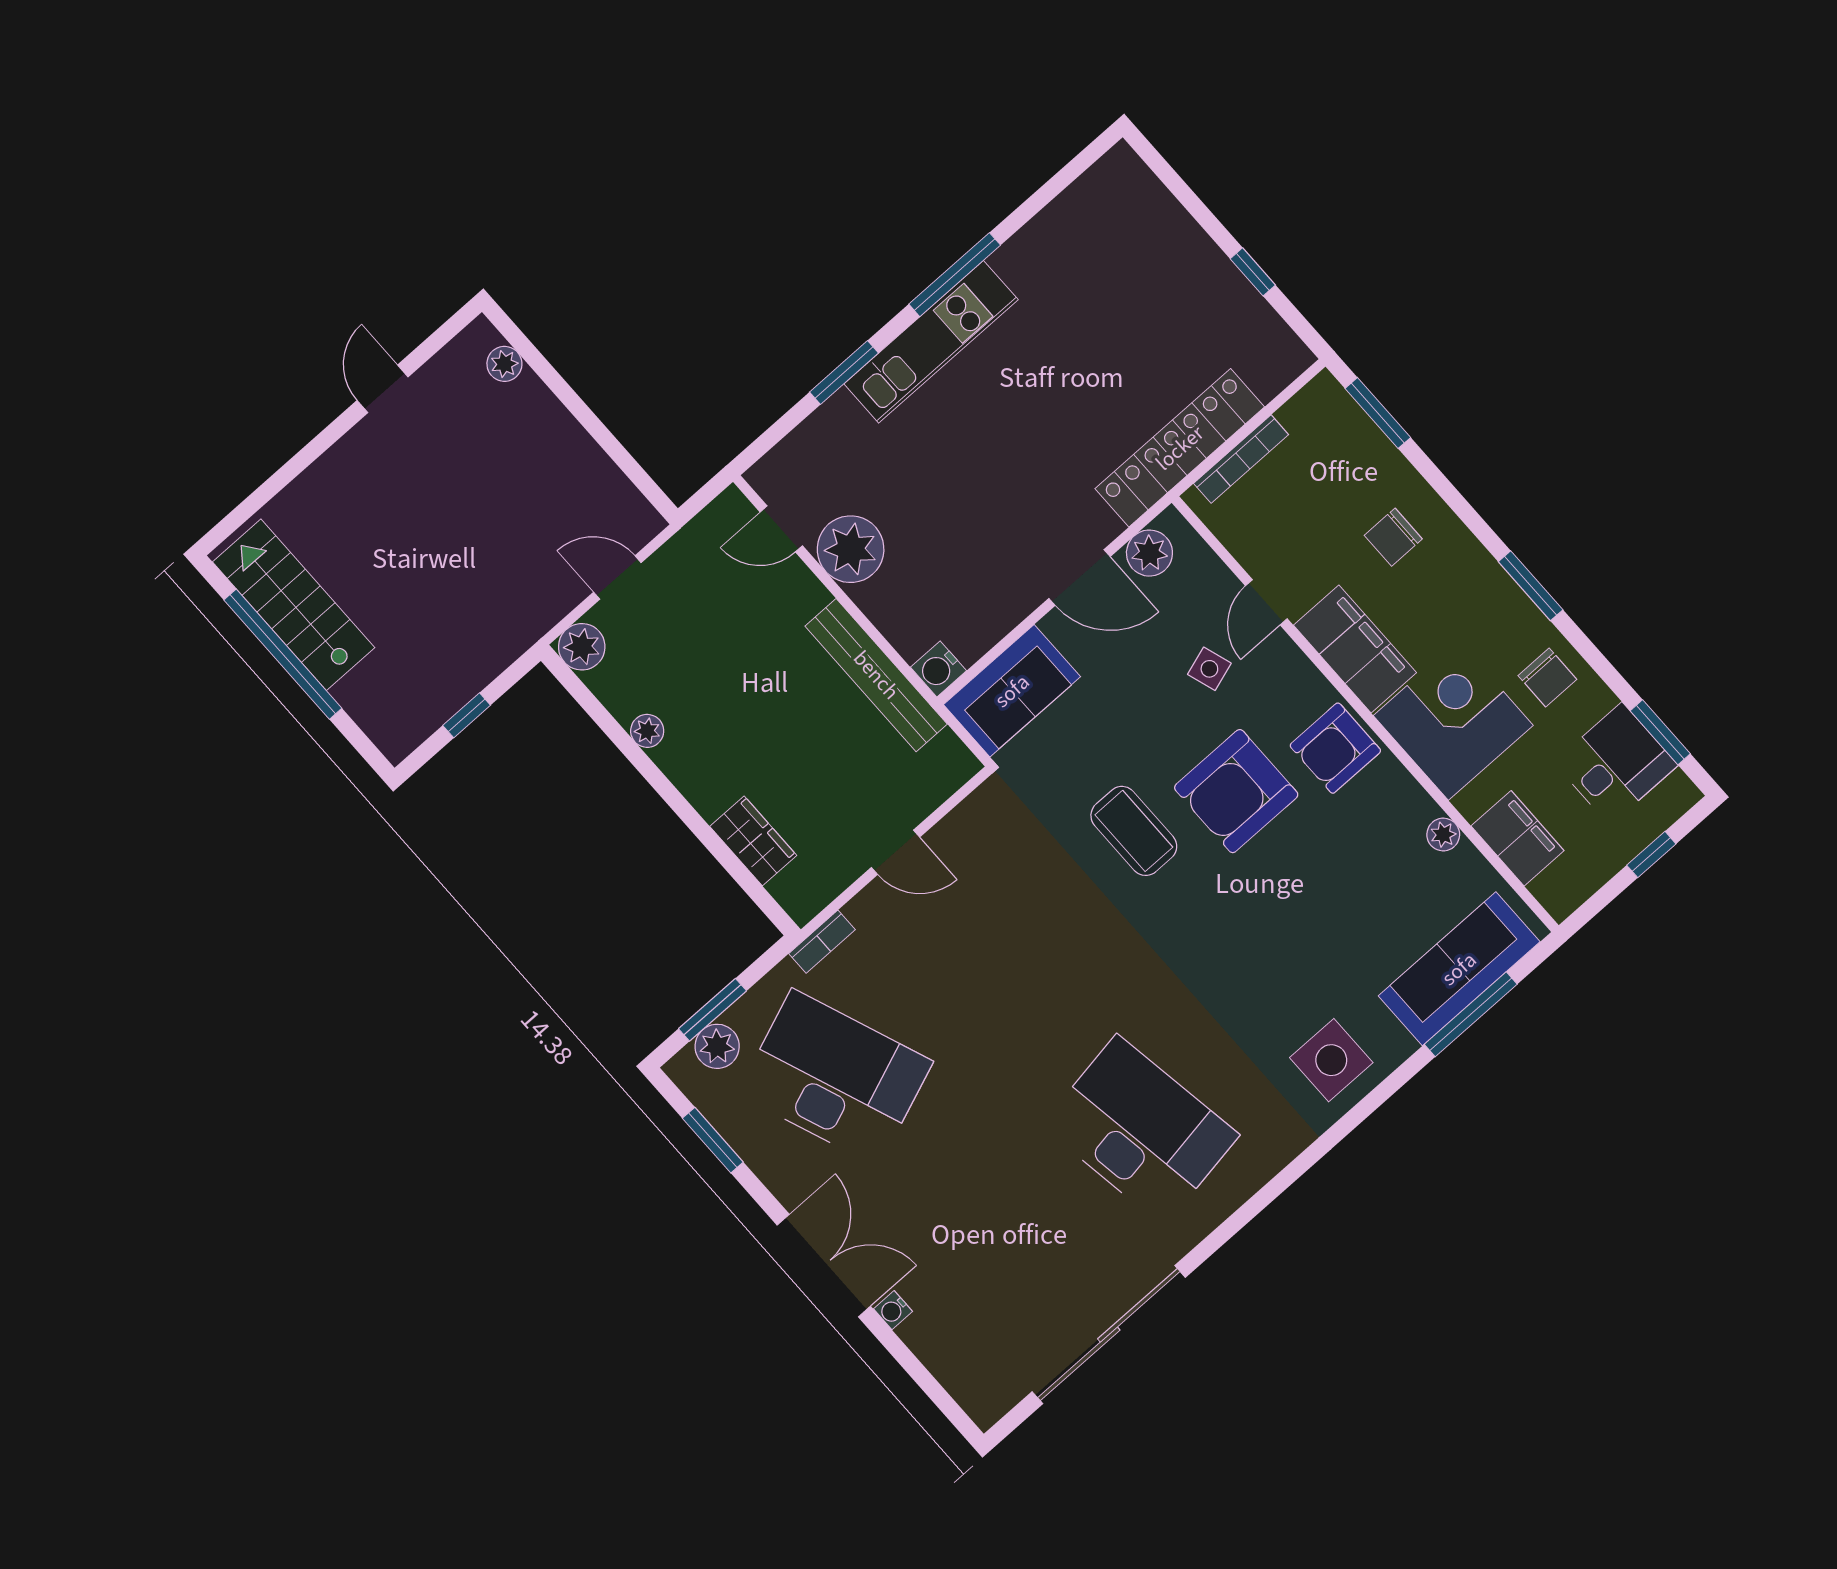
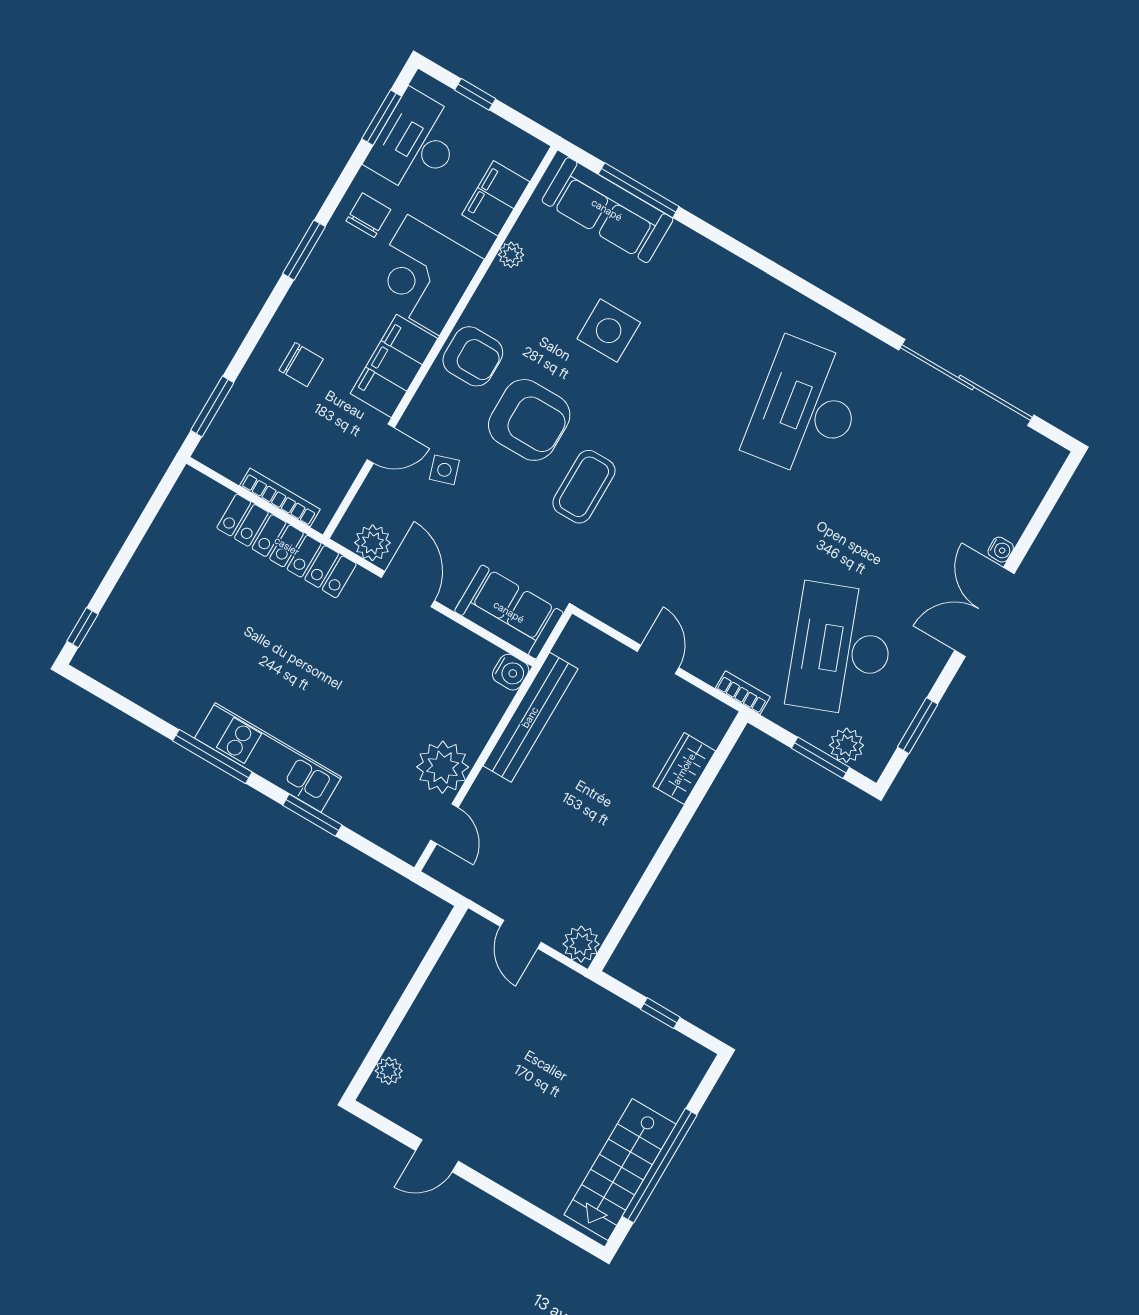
window: (1253, 272) -> (82, 628), moved
plant: (647, 731) -> (628, 875), removed
desk: (1616, 764) -> (416, 143), width x1.37
side table: (1331, 1060) -> (609, 331), moved

